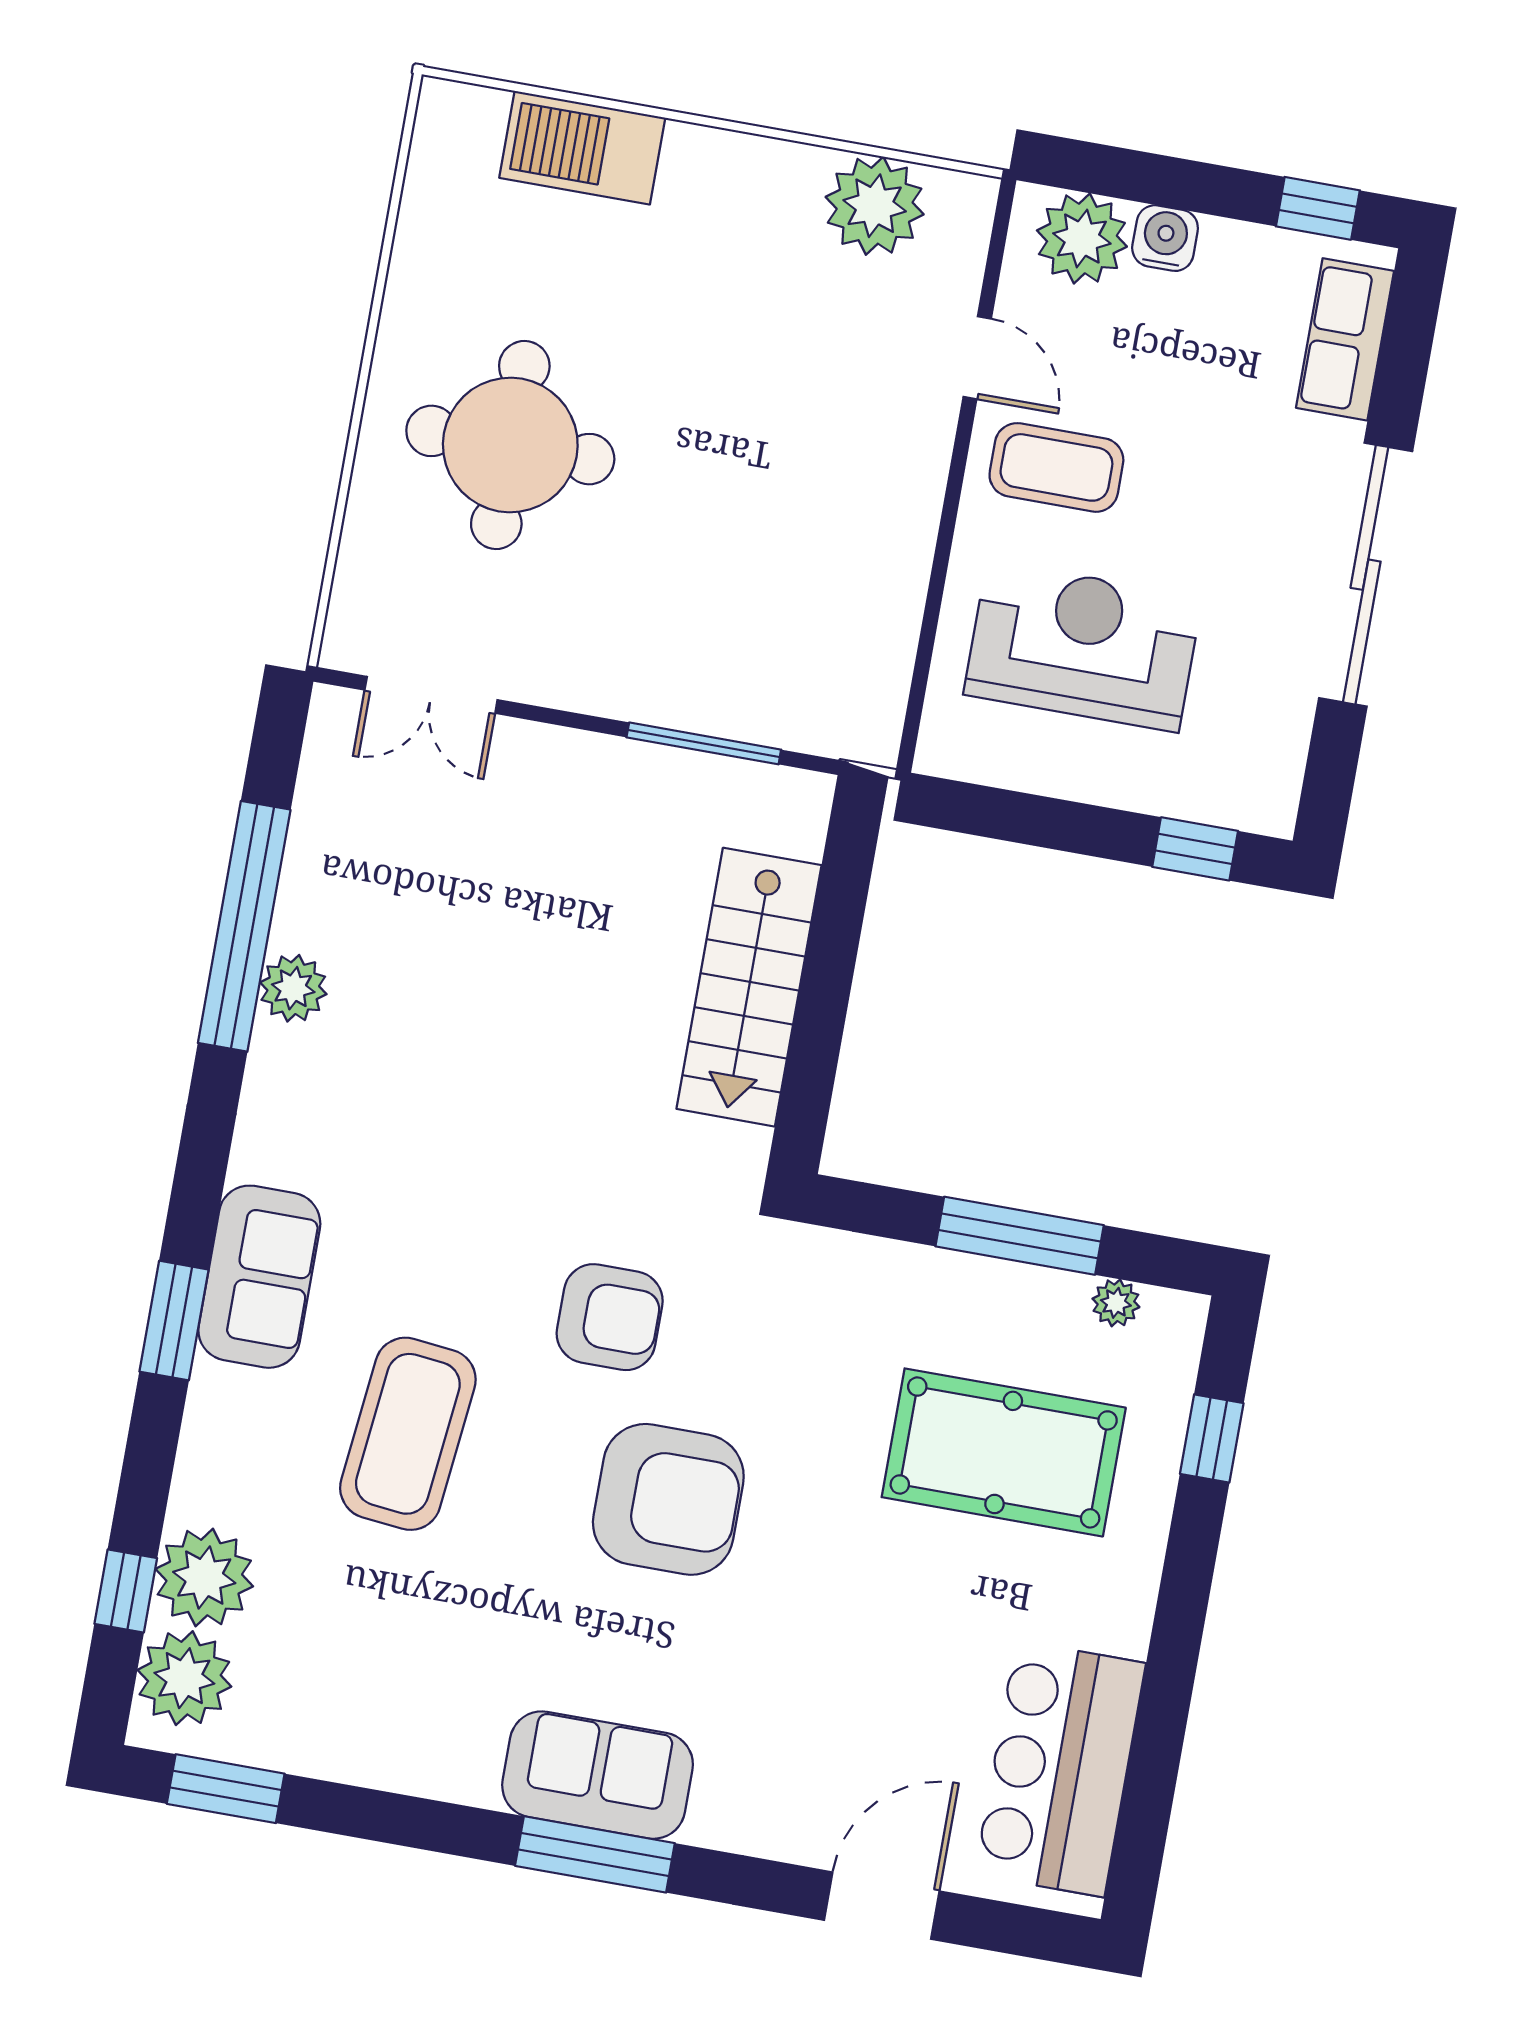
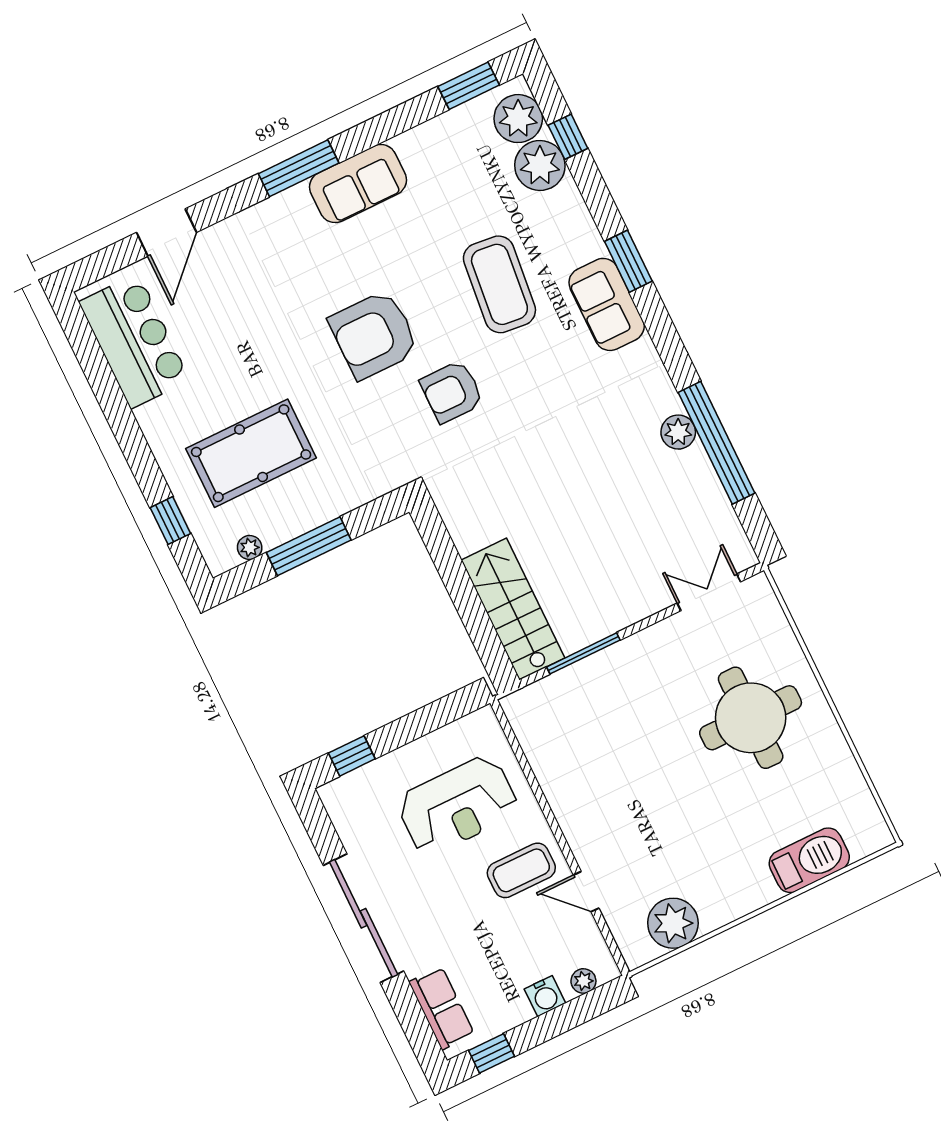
plant: (1082, 239) -> (583, 981), width x0.53, depth x0.53
stairs: (749, 987) -> (513, 609), moved
sofa: (598, 1775) -> (358, 184), moved

